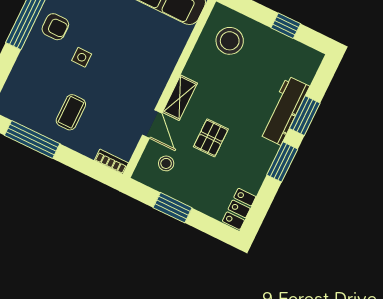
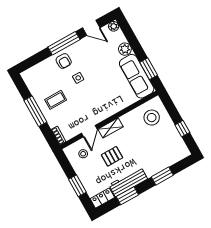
armchair: (55, 27) -> (64, 61), moved
workbench: (284, 110) -> (128, 182), moved
window: (32, 140) -> (35, 111), moved
window: (282, 162) -> (127, 196), moved
window: (173, 208) -> (77, 186), moved

